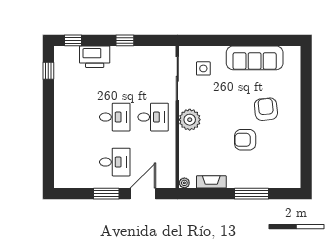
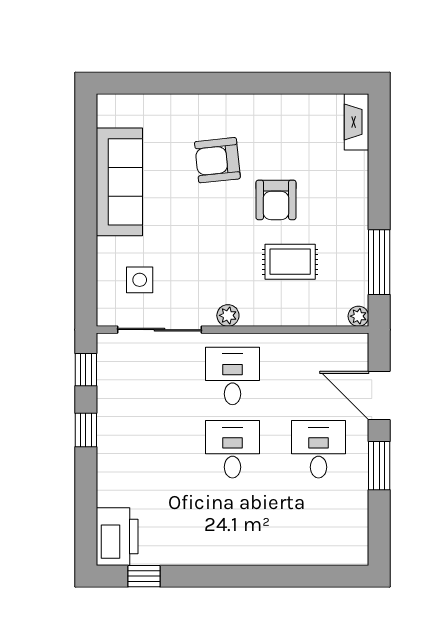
window: (73, 40) -> (86, 370), moved
printer: (95, 57) -> (117, 536), moved
plant: (190, 120) -> (228, 315), width x0.53, depth x0.53
rug: (213, 147) -> (290, 262), added
fireplace: (211, 182) -> (357, 122), moved
window: (252, 194) -> (379, 262), moved

